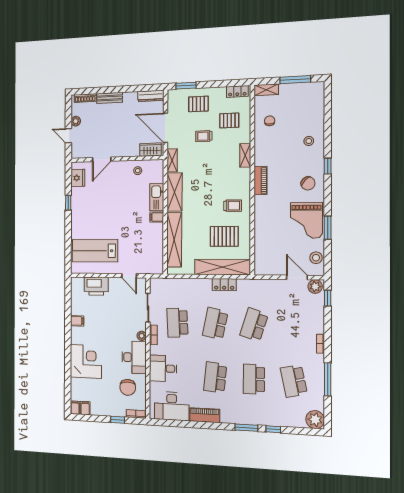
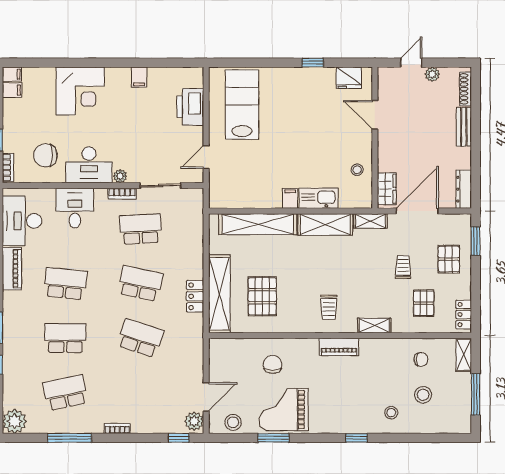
stool: (296, 118) -> (423, 395), added
chair: (308, 183) -> (272, 364), moved, turned 136
trolley: (233, 206) -> (329, 307), moved

